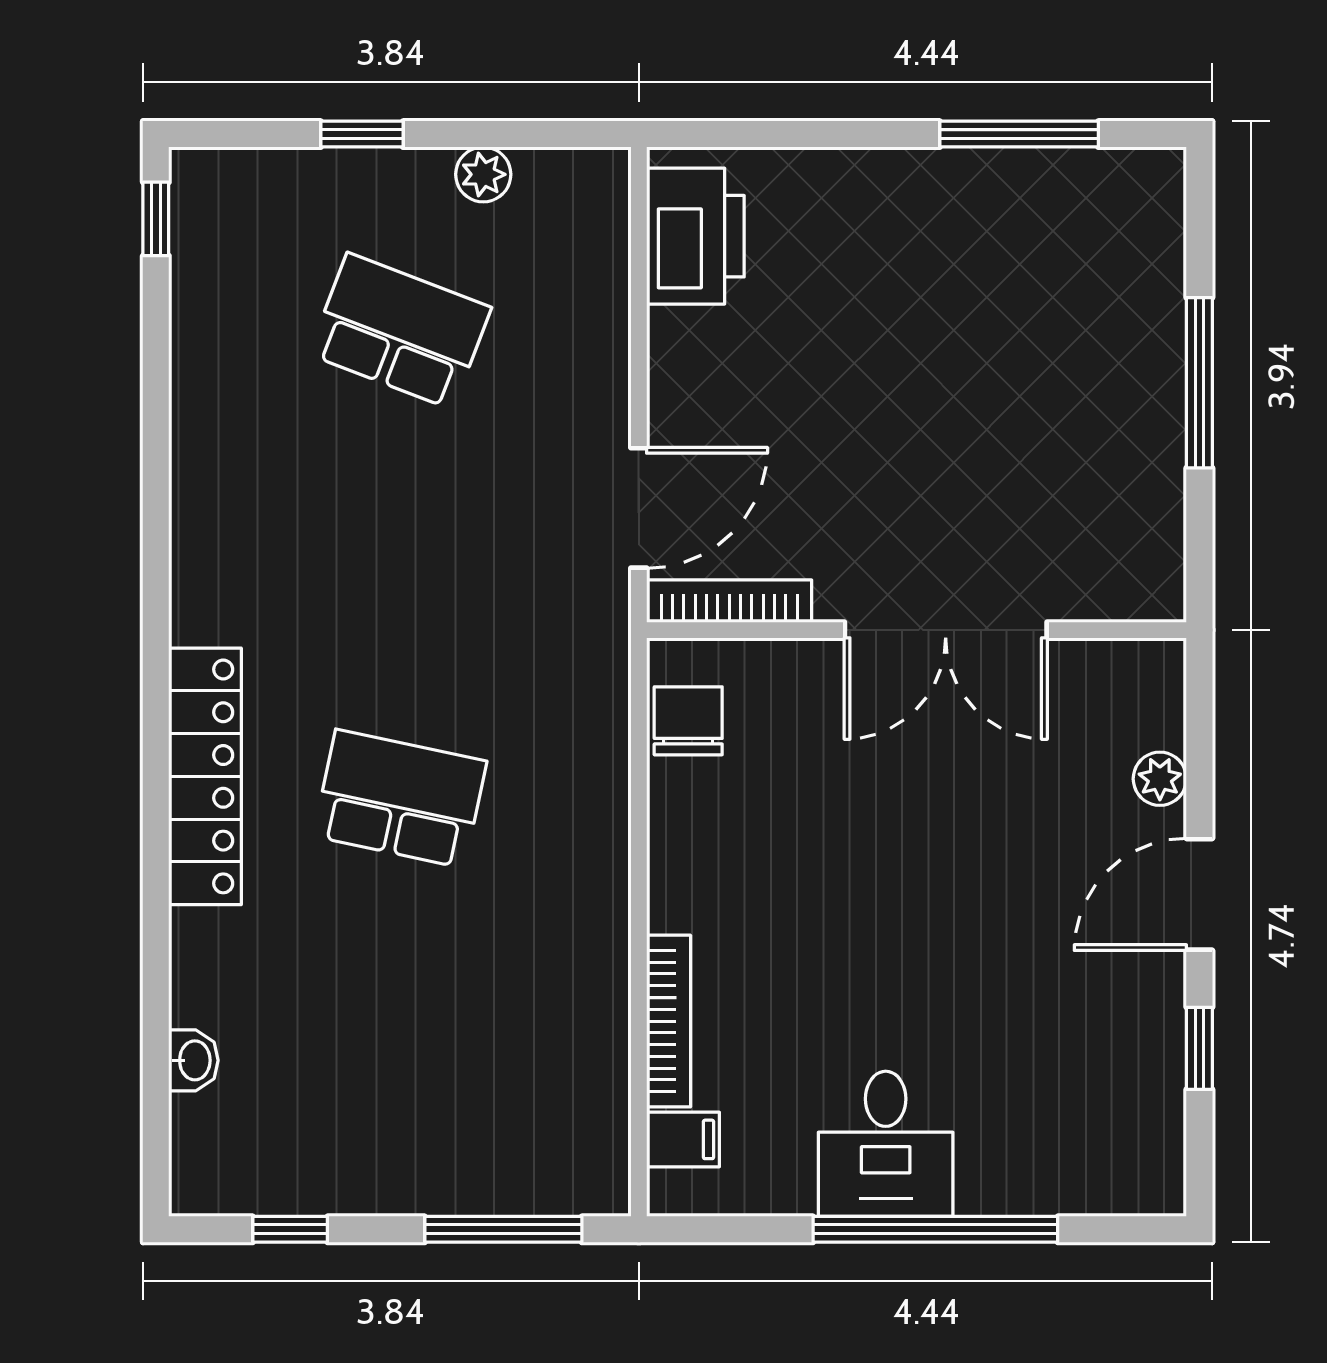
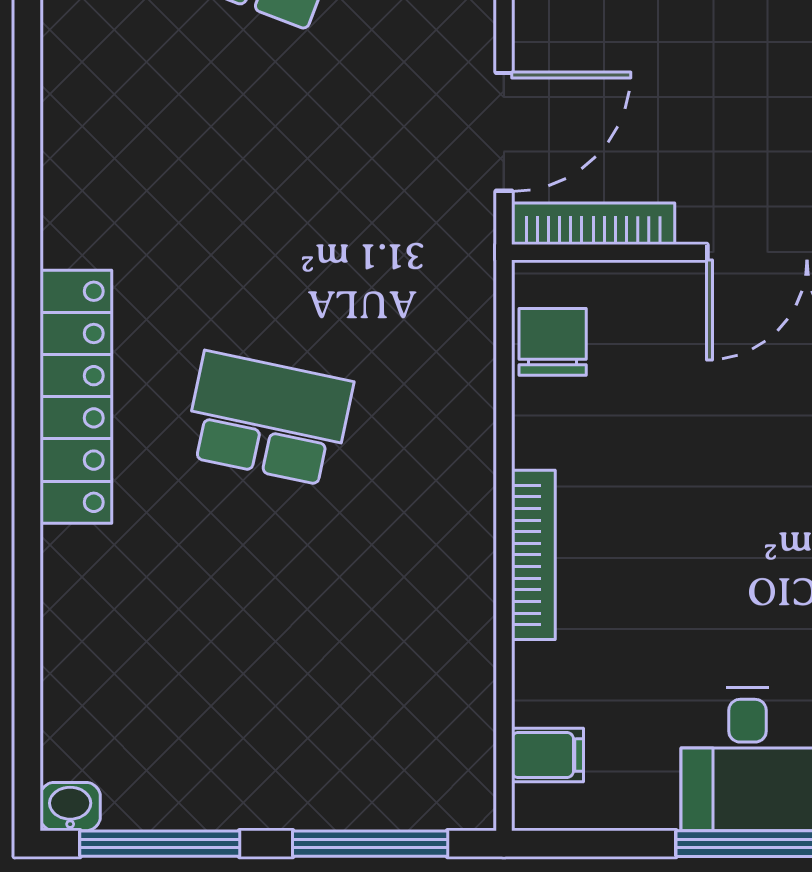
bookcase: (669, 1021) -> (533, 555), moved
washbasin: (193, 1060) -> (70, 807), moved, turned -90
window: (290, 1229) -> (160, 844), width x2.17

